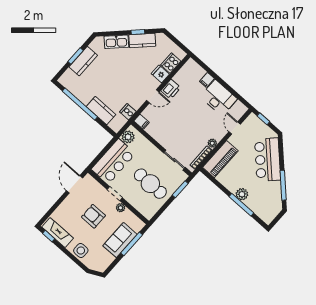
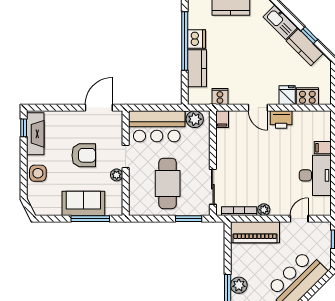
dishwasher: (85, 96) -> (197, 39), added
armchair: (93, 216) -> (84, 155), turned 90

